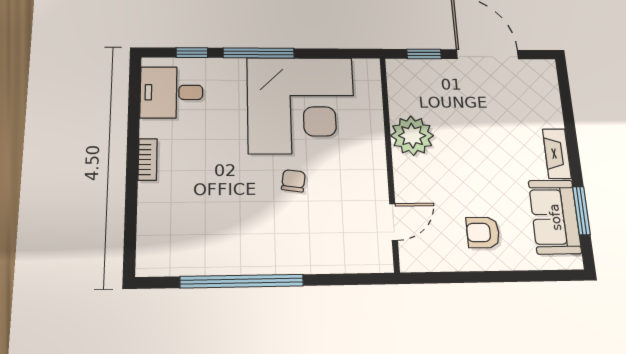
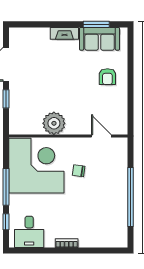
plant: (412, 136) -> (54, 123), moved
wall: (389, 161) -> (68, 136), moved
door: (394, 222) -> (101, 136), moved

